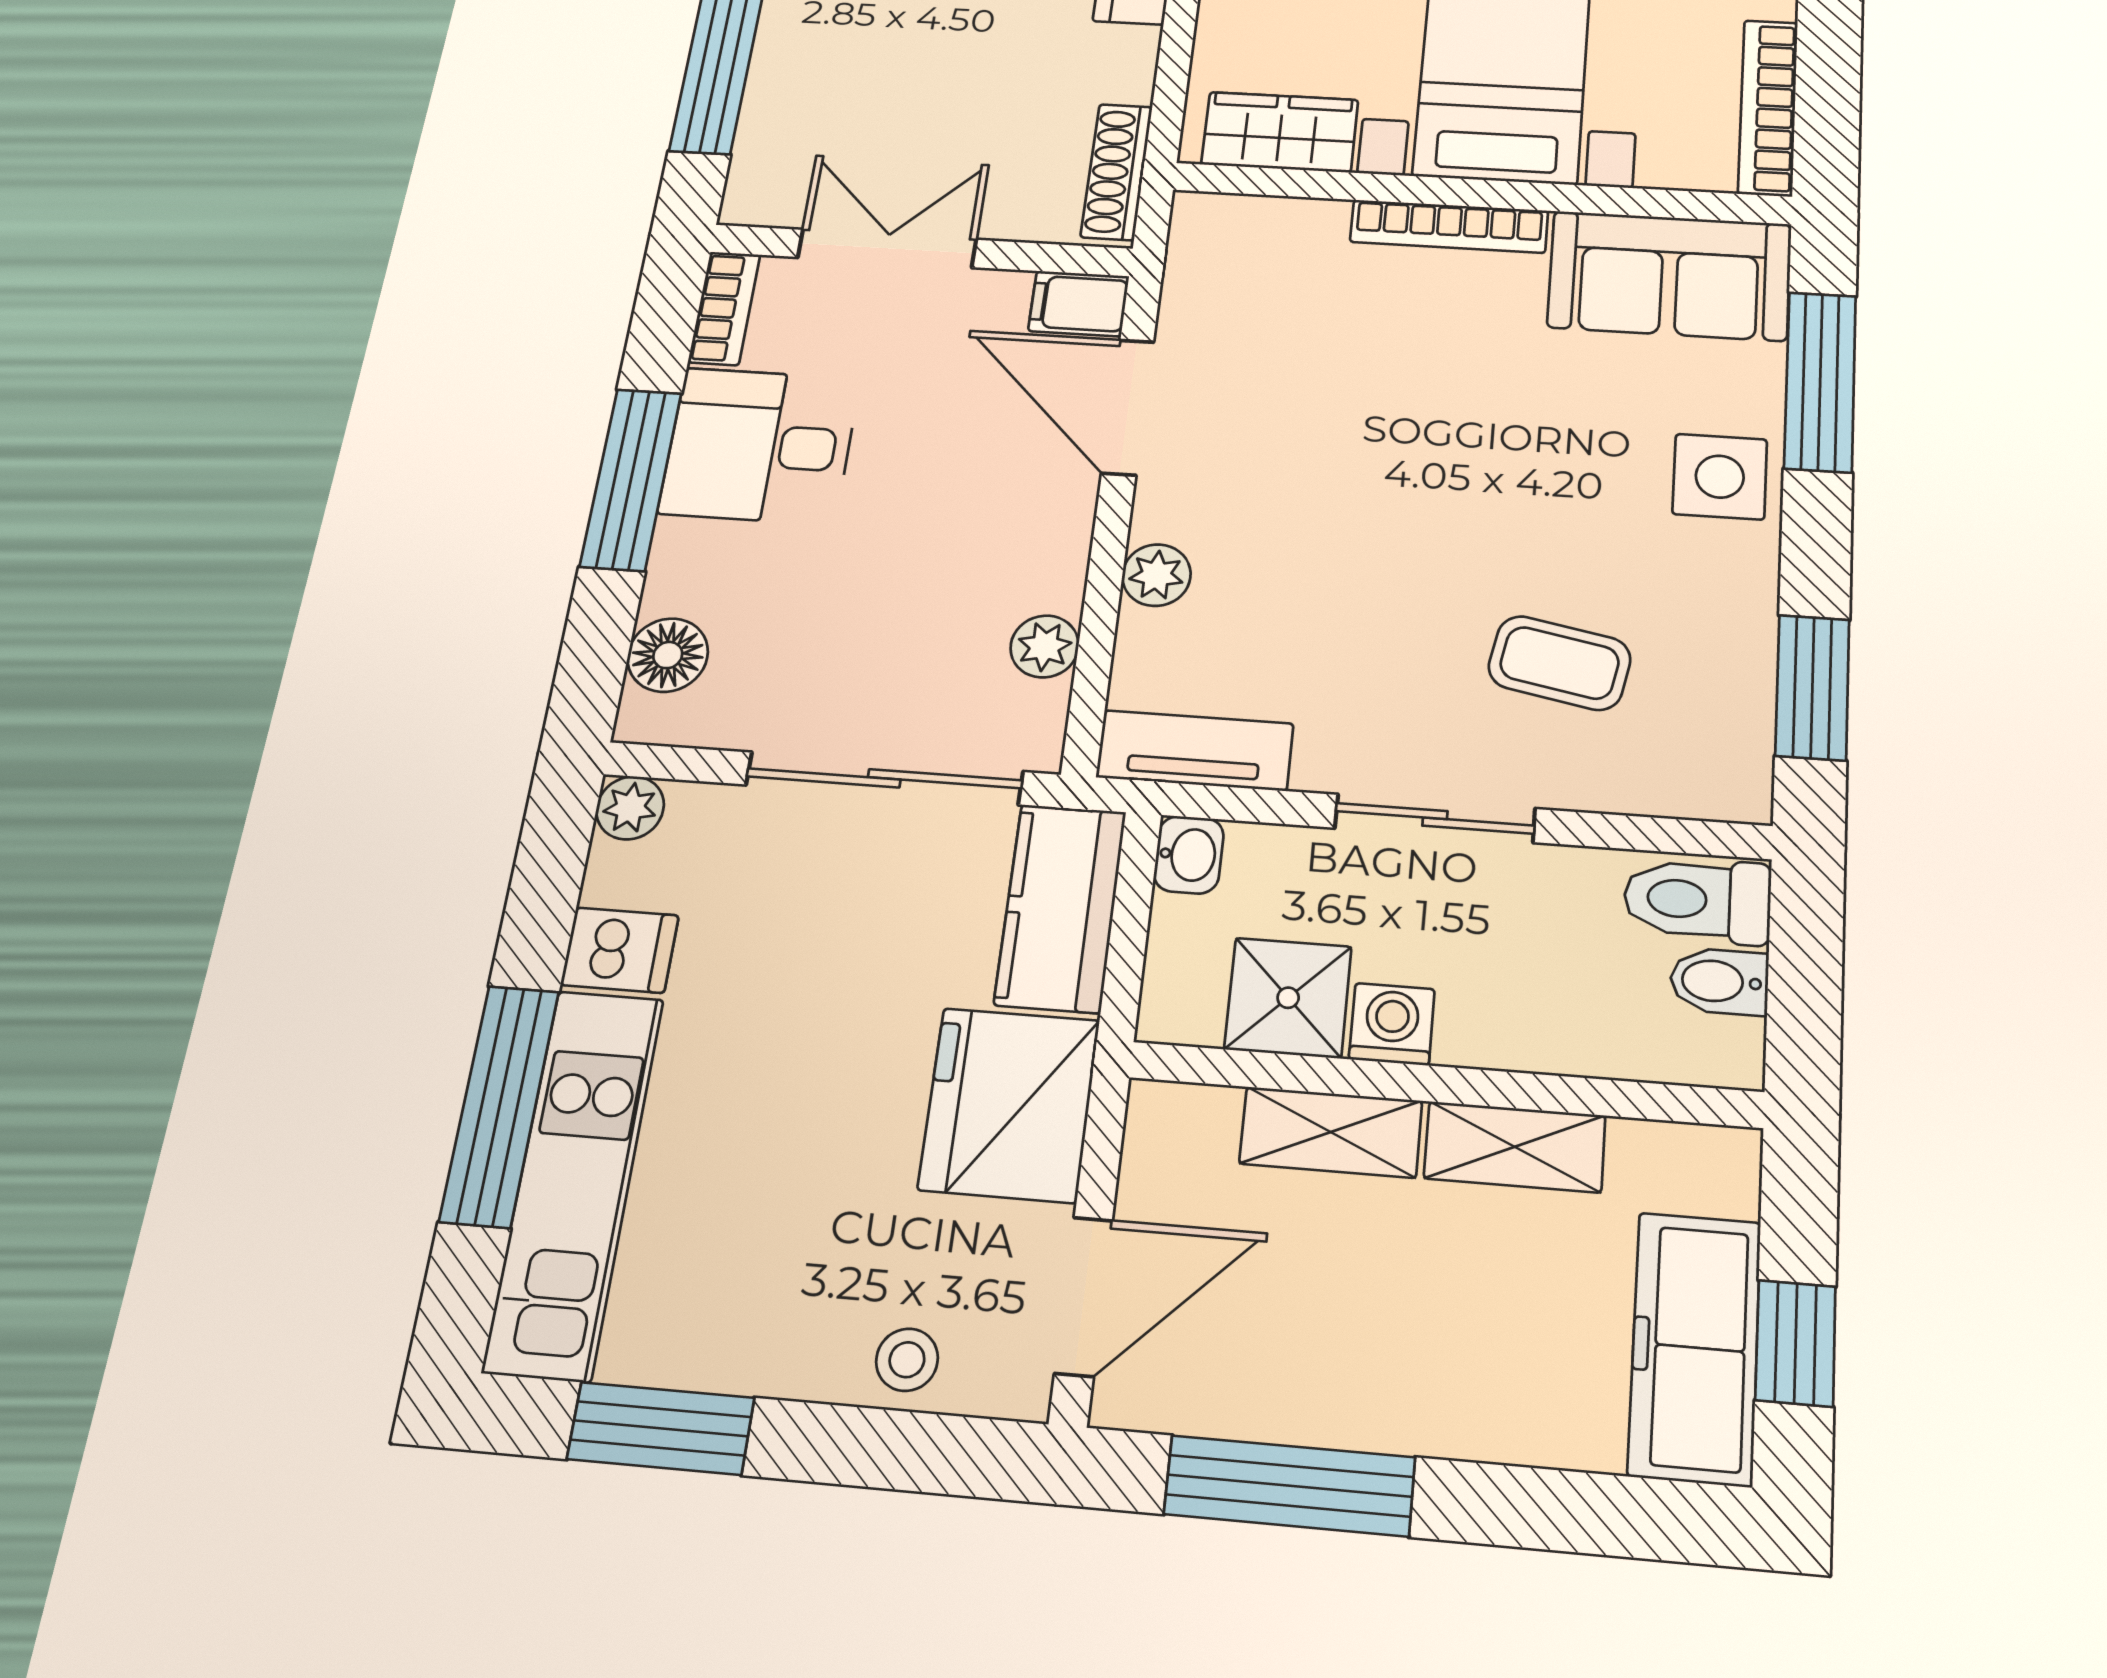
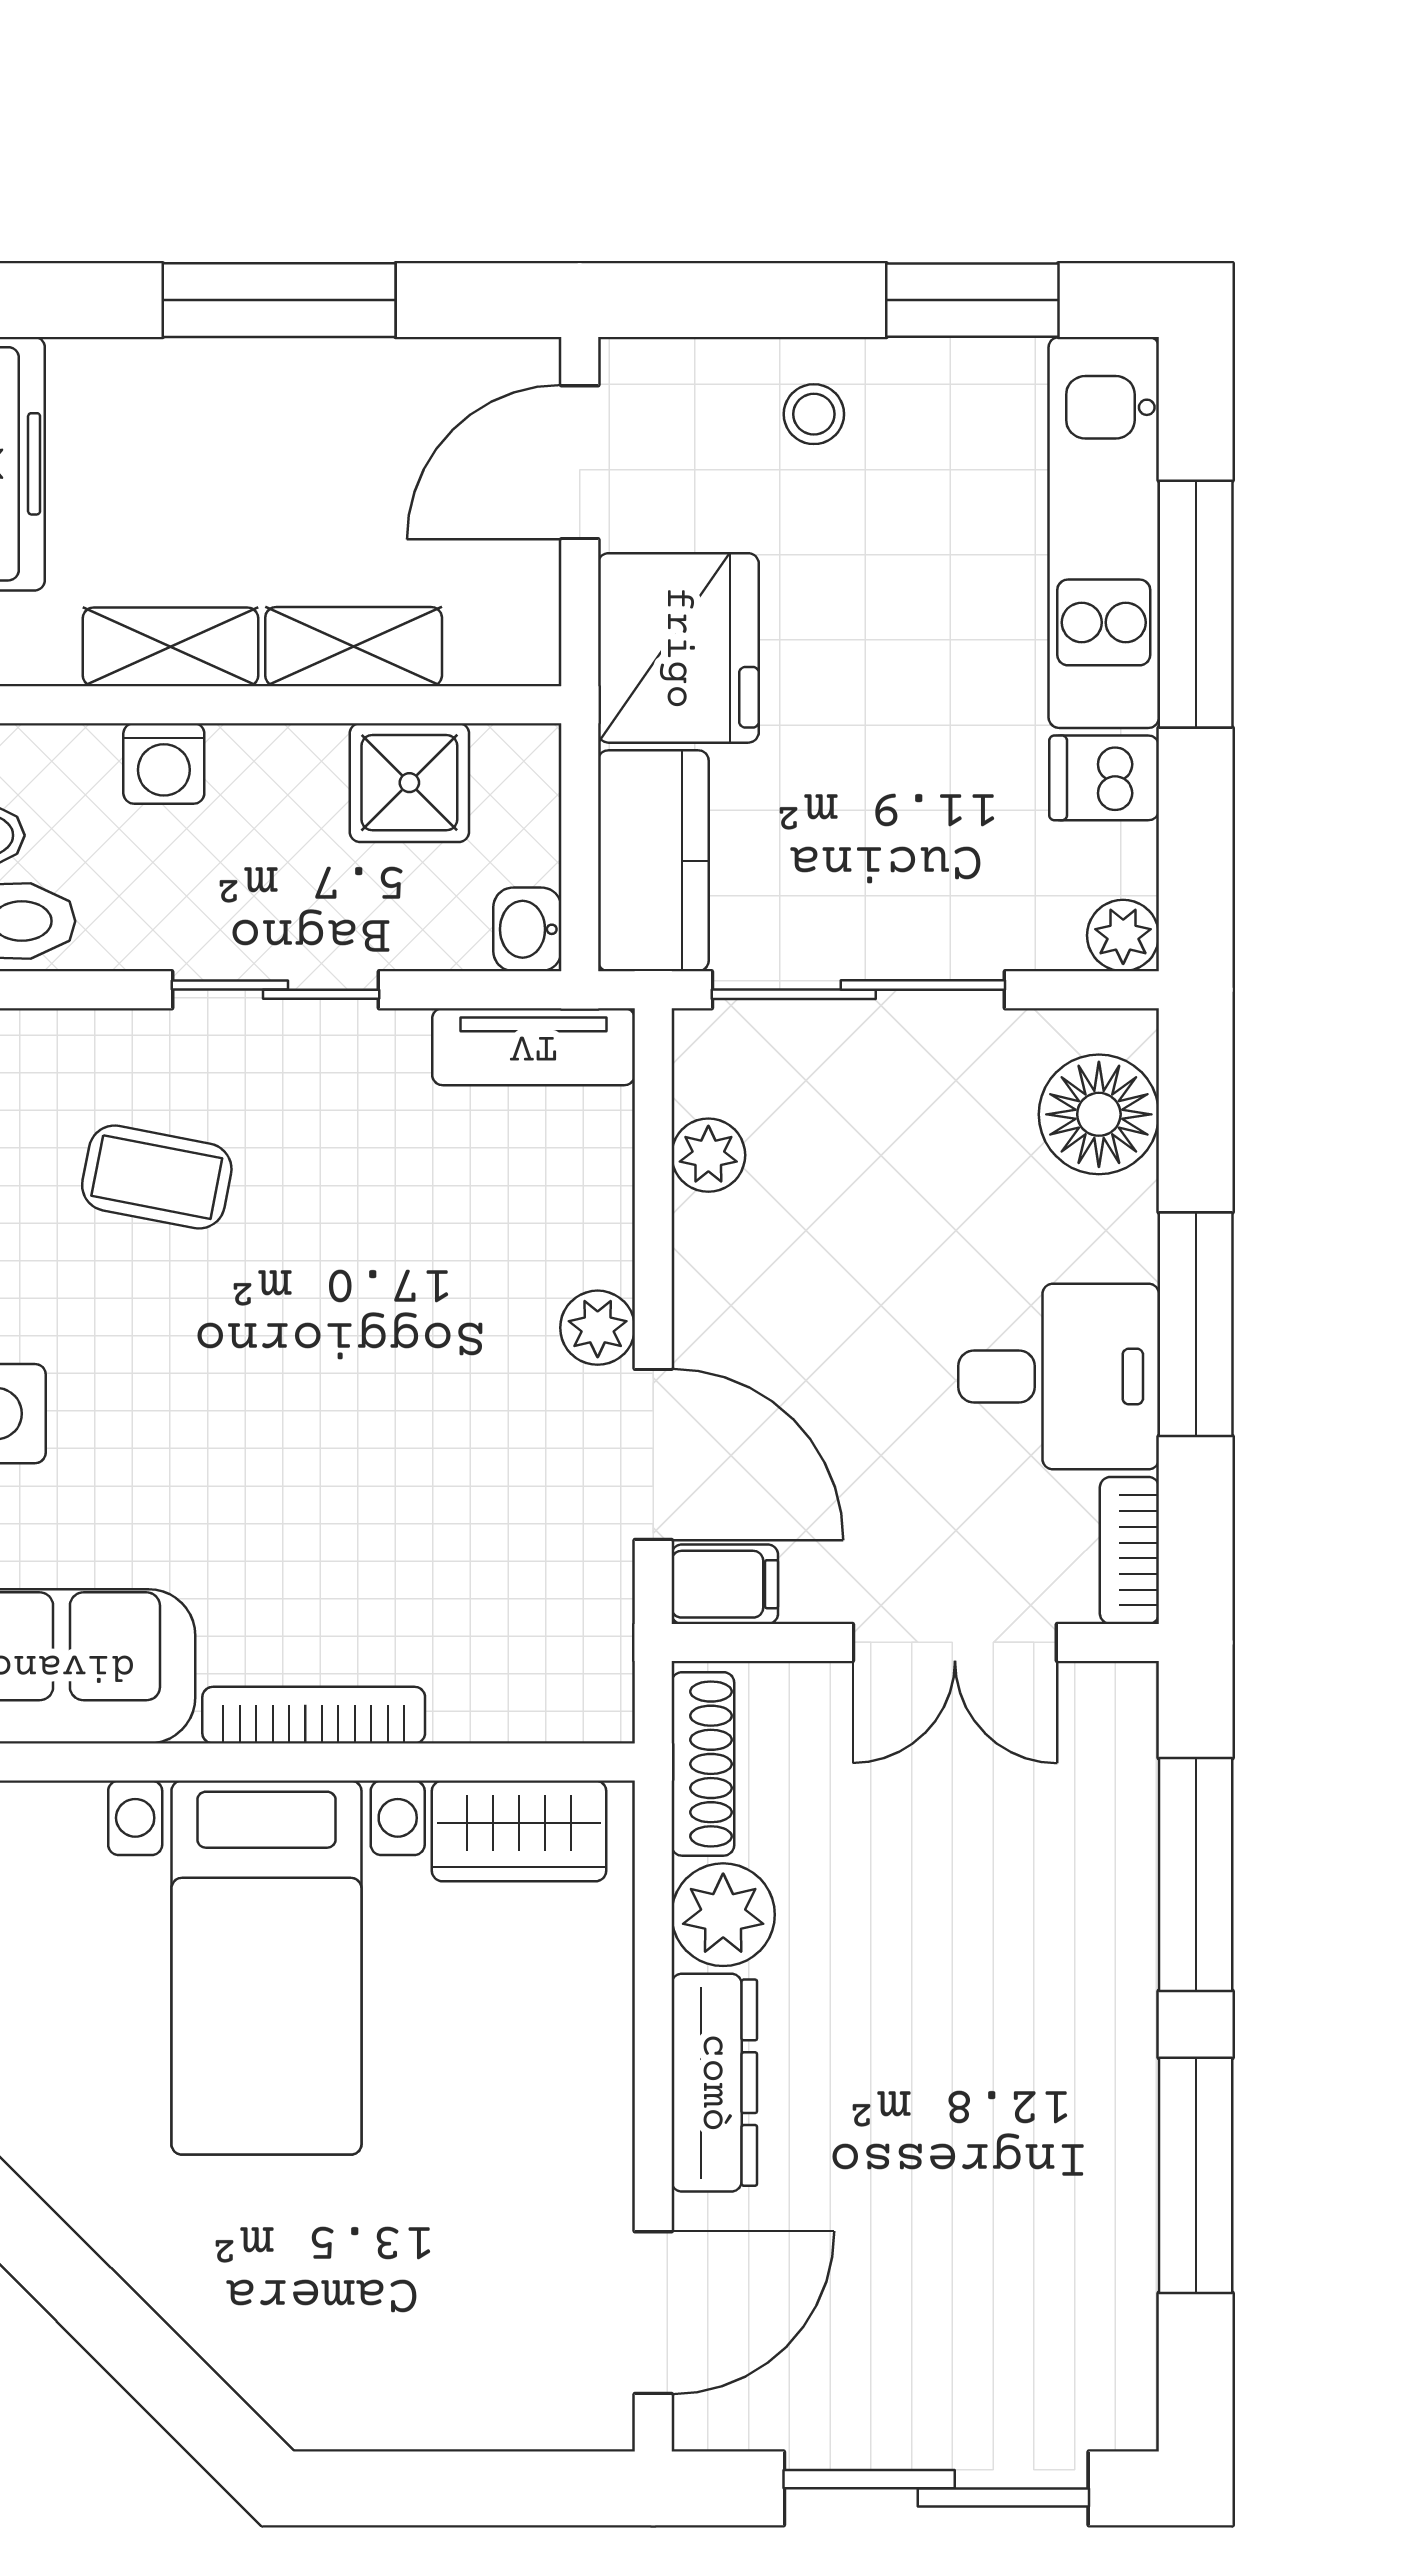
plant: (1115, 64) -> (723, 1915), added
plant: (1156, 575) -> (598, 1328), moved
floor lamp: (668, 655) -> (1099, 1114), width x1.38, depth x1.38
washing machine: (1392, 1024) -> (164, 763), moved
stool: (907, 1360) -> (814, 414), moved
window: (1290, 1486) -> (279, 300), moved

